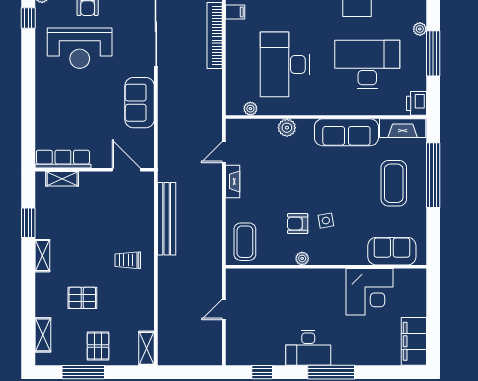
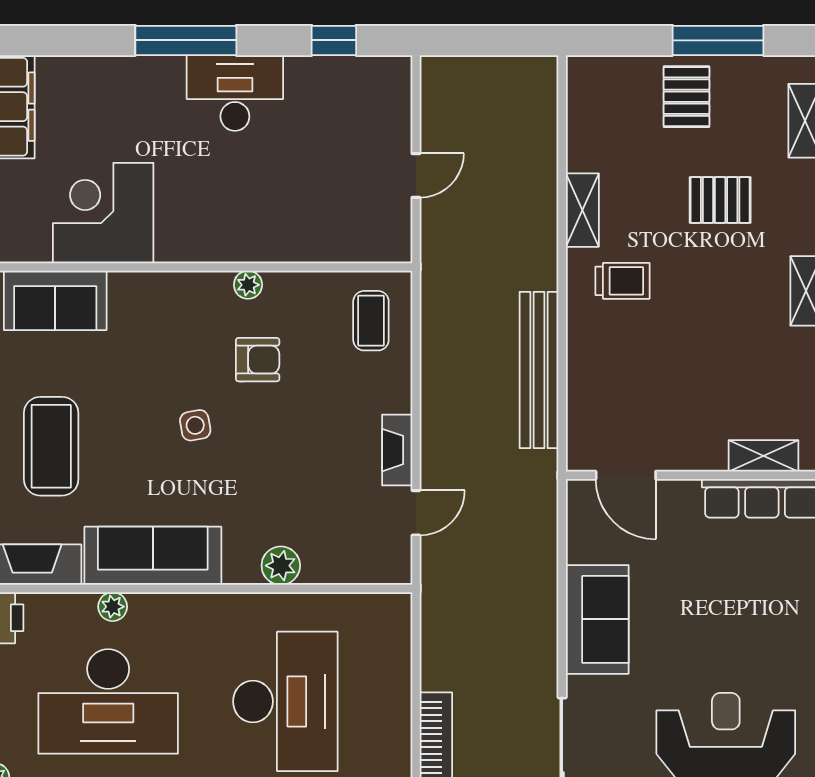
plant: (250, 109) -> (113, 607), moved
side table: (326, 221) -> (195, 425), moved
coffee table: (245, 242) -> (371, 321), width x0.73, depth x0.77
shelving: (146, 348) -> (582, 210), moved

